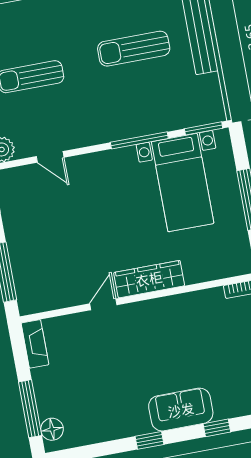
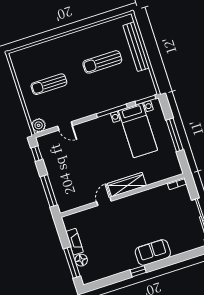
fireplace: (35, 344) -> (75, 242), moved
window: (217, 428) -> (173, 260), removed
floor lamp: (52, 429) -> (81, 260), moved

